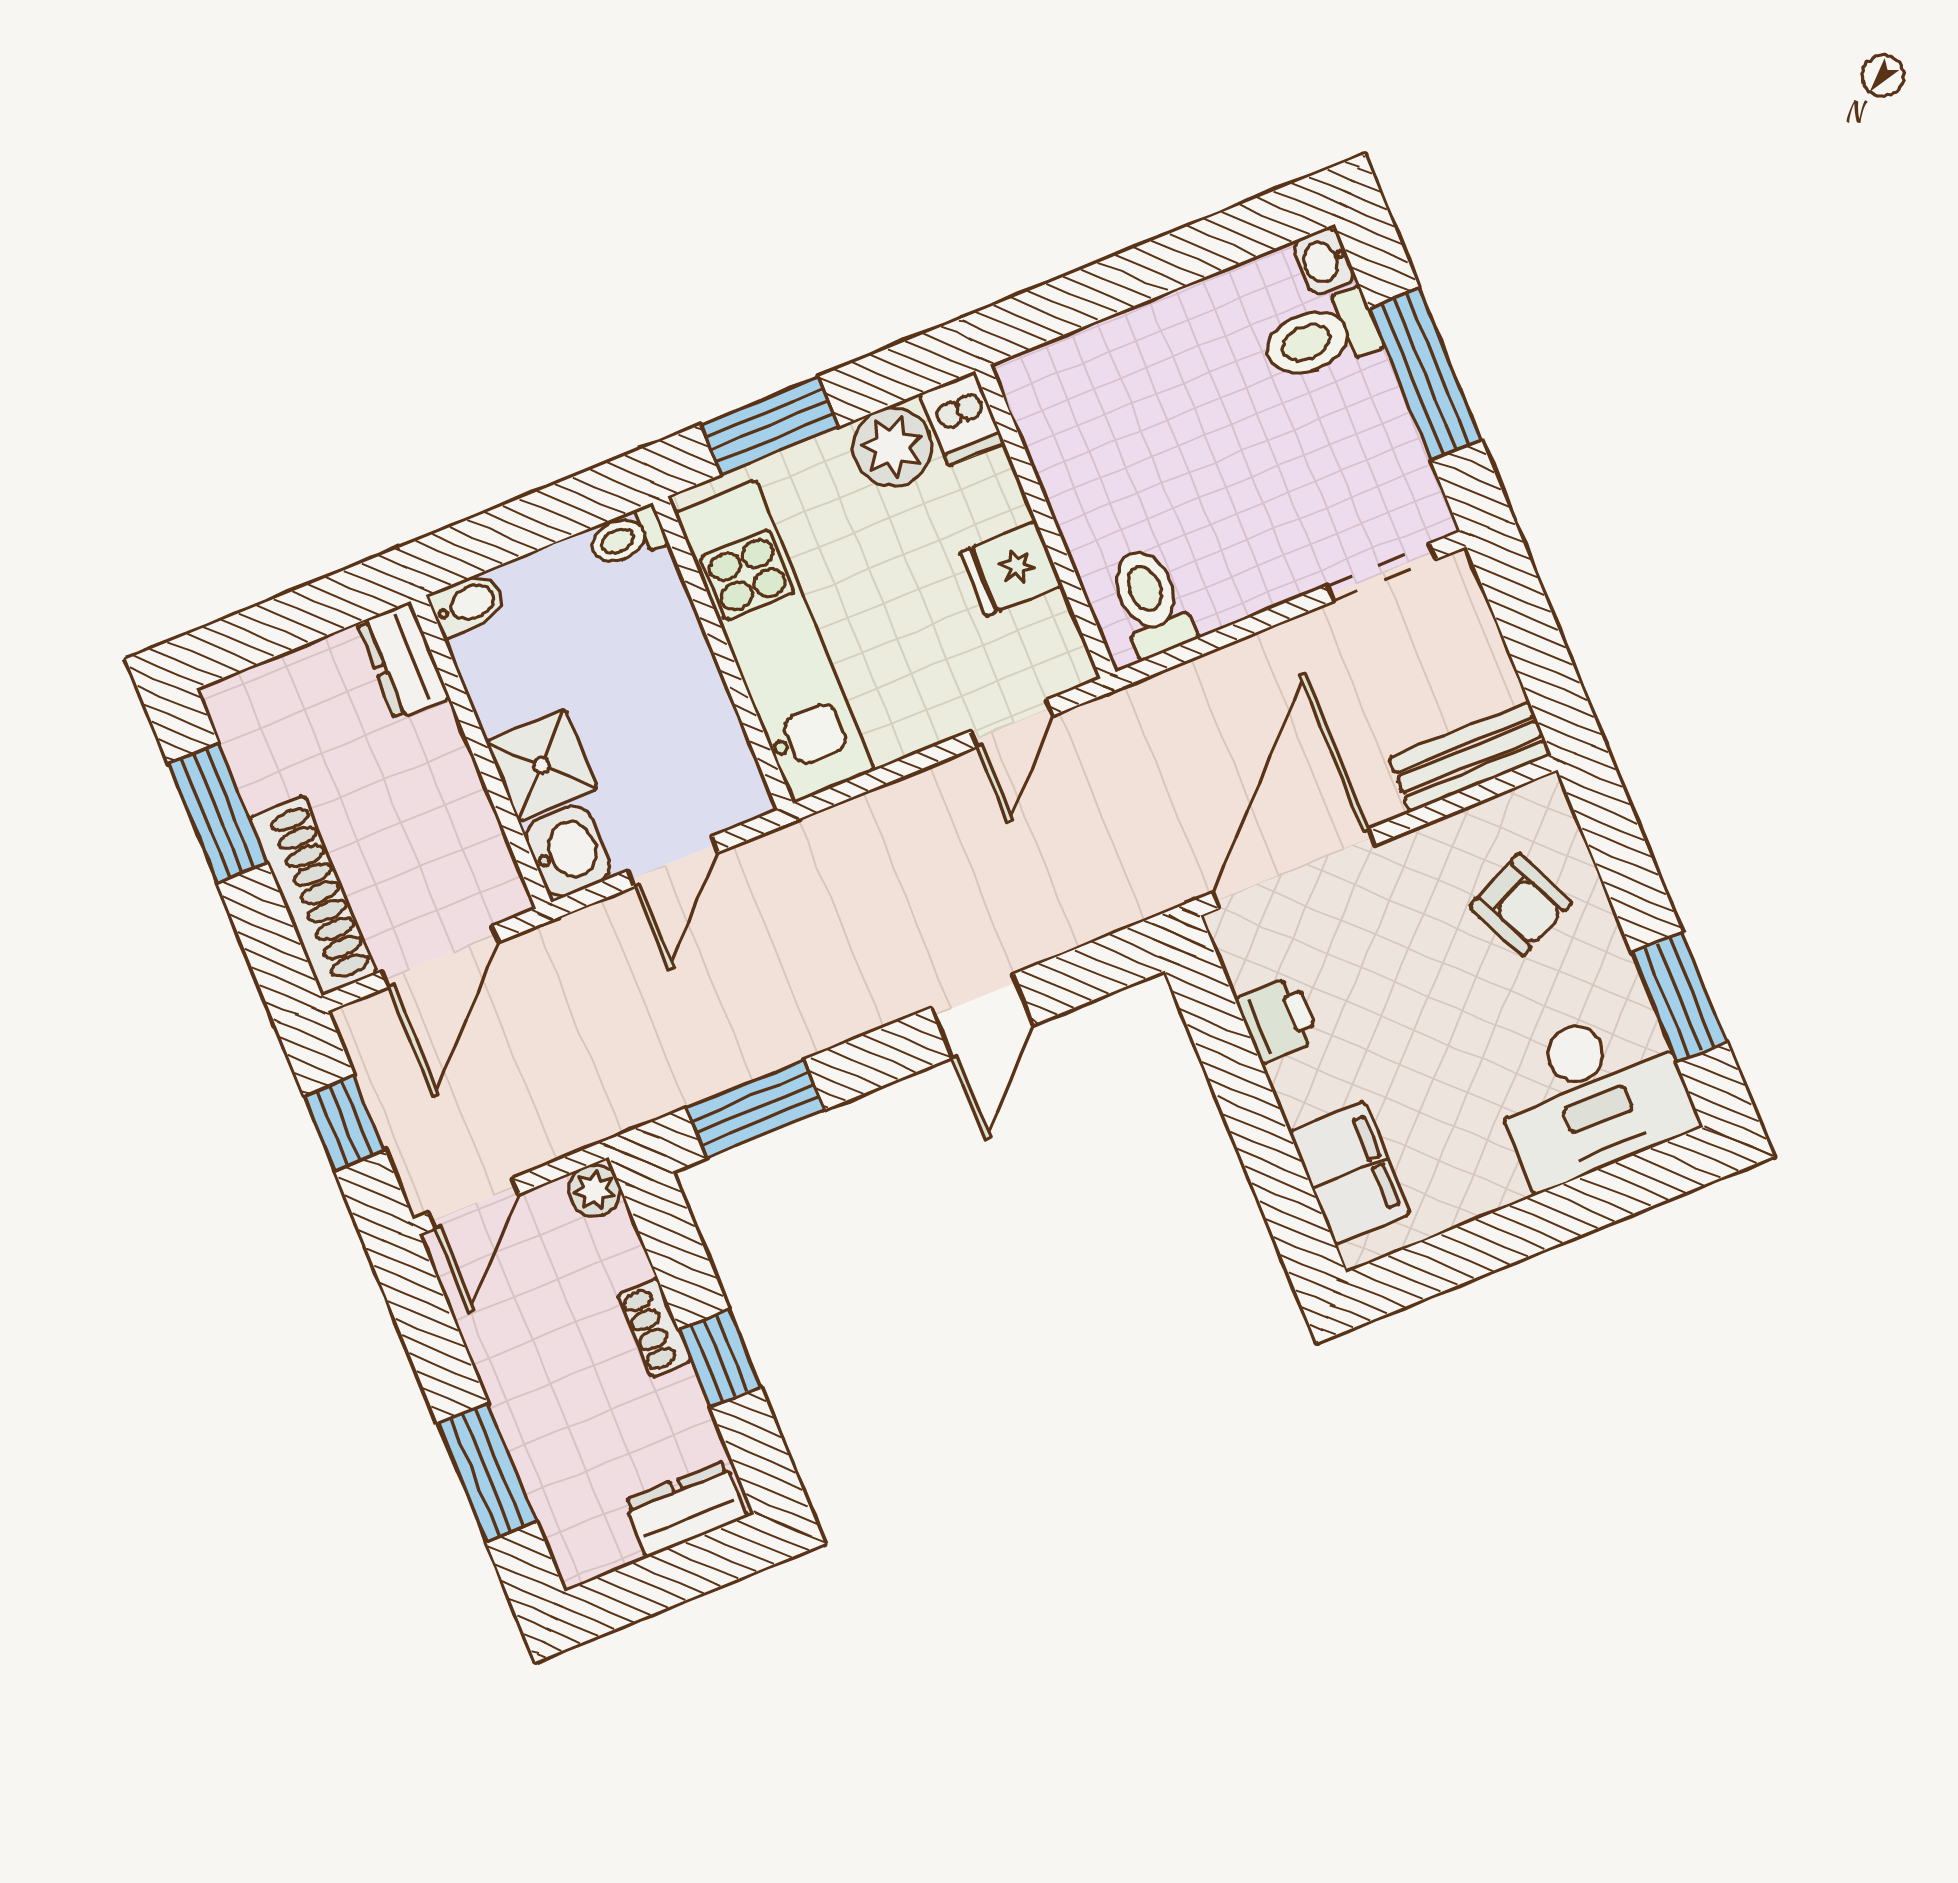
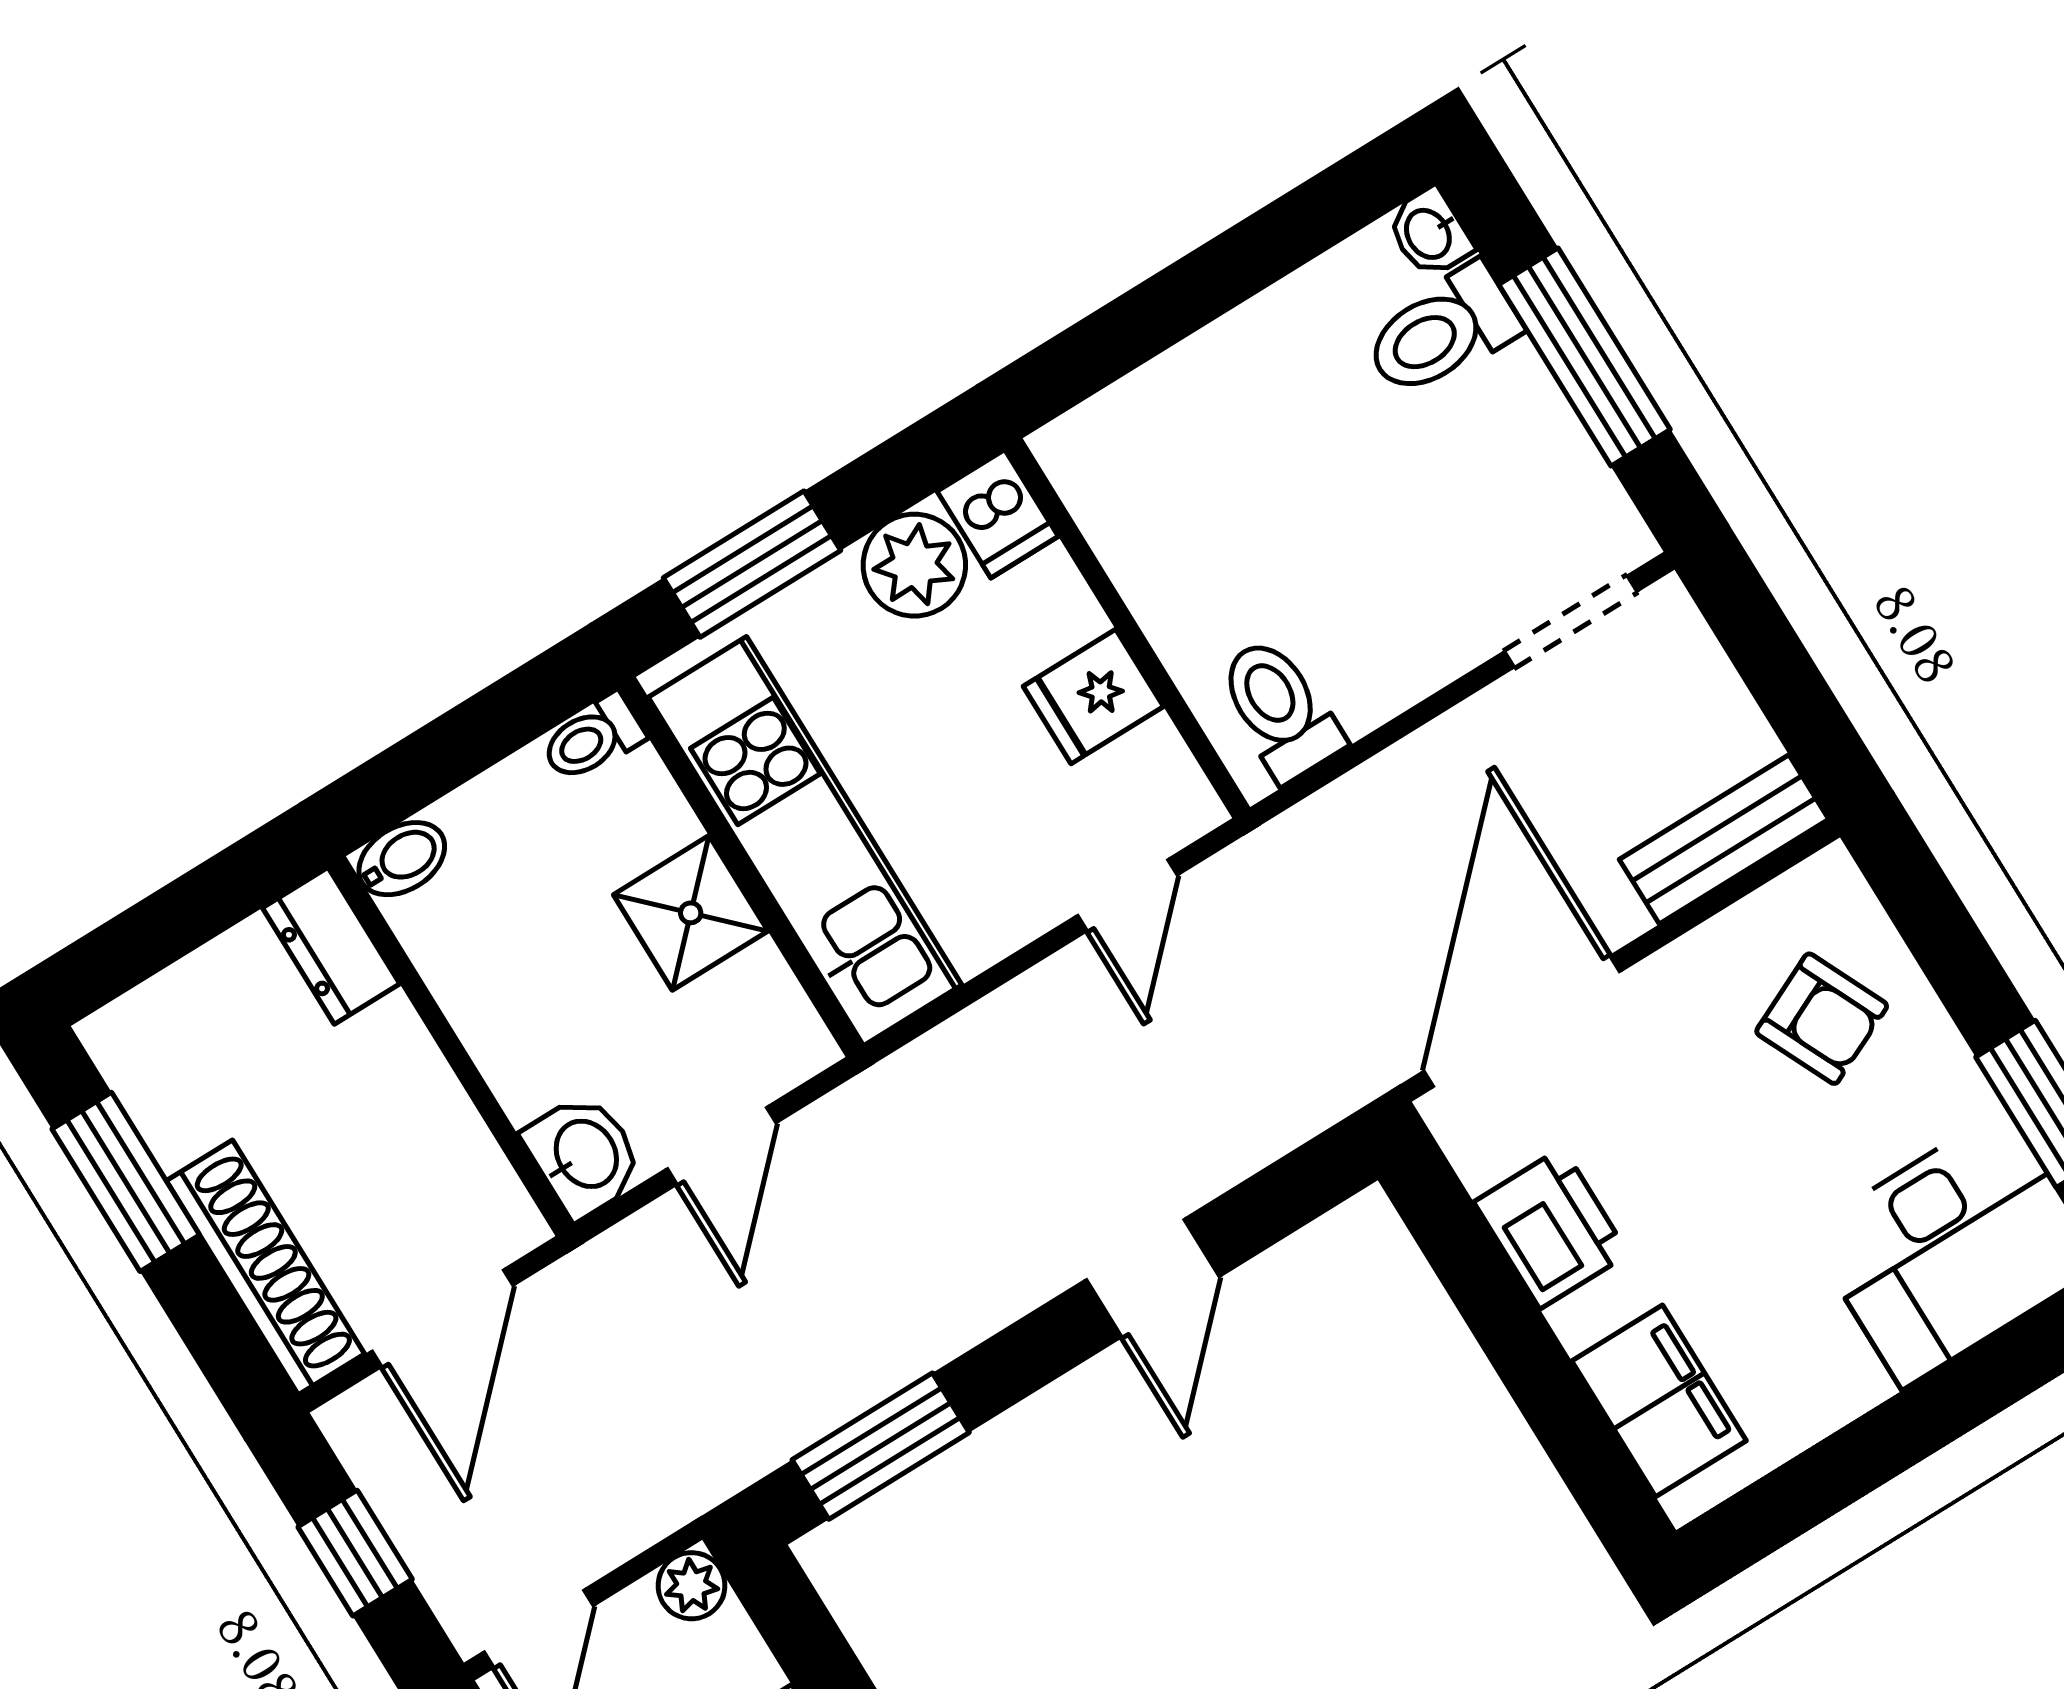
shower: (542, 765) -> (691, 913), moved
printer: (1278, 1020) -> (1551, 1228), width x1.36, depth x1.24

